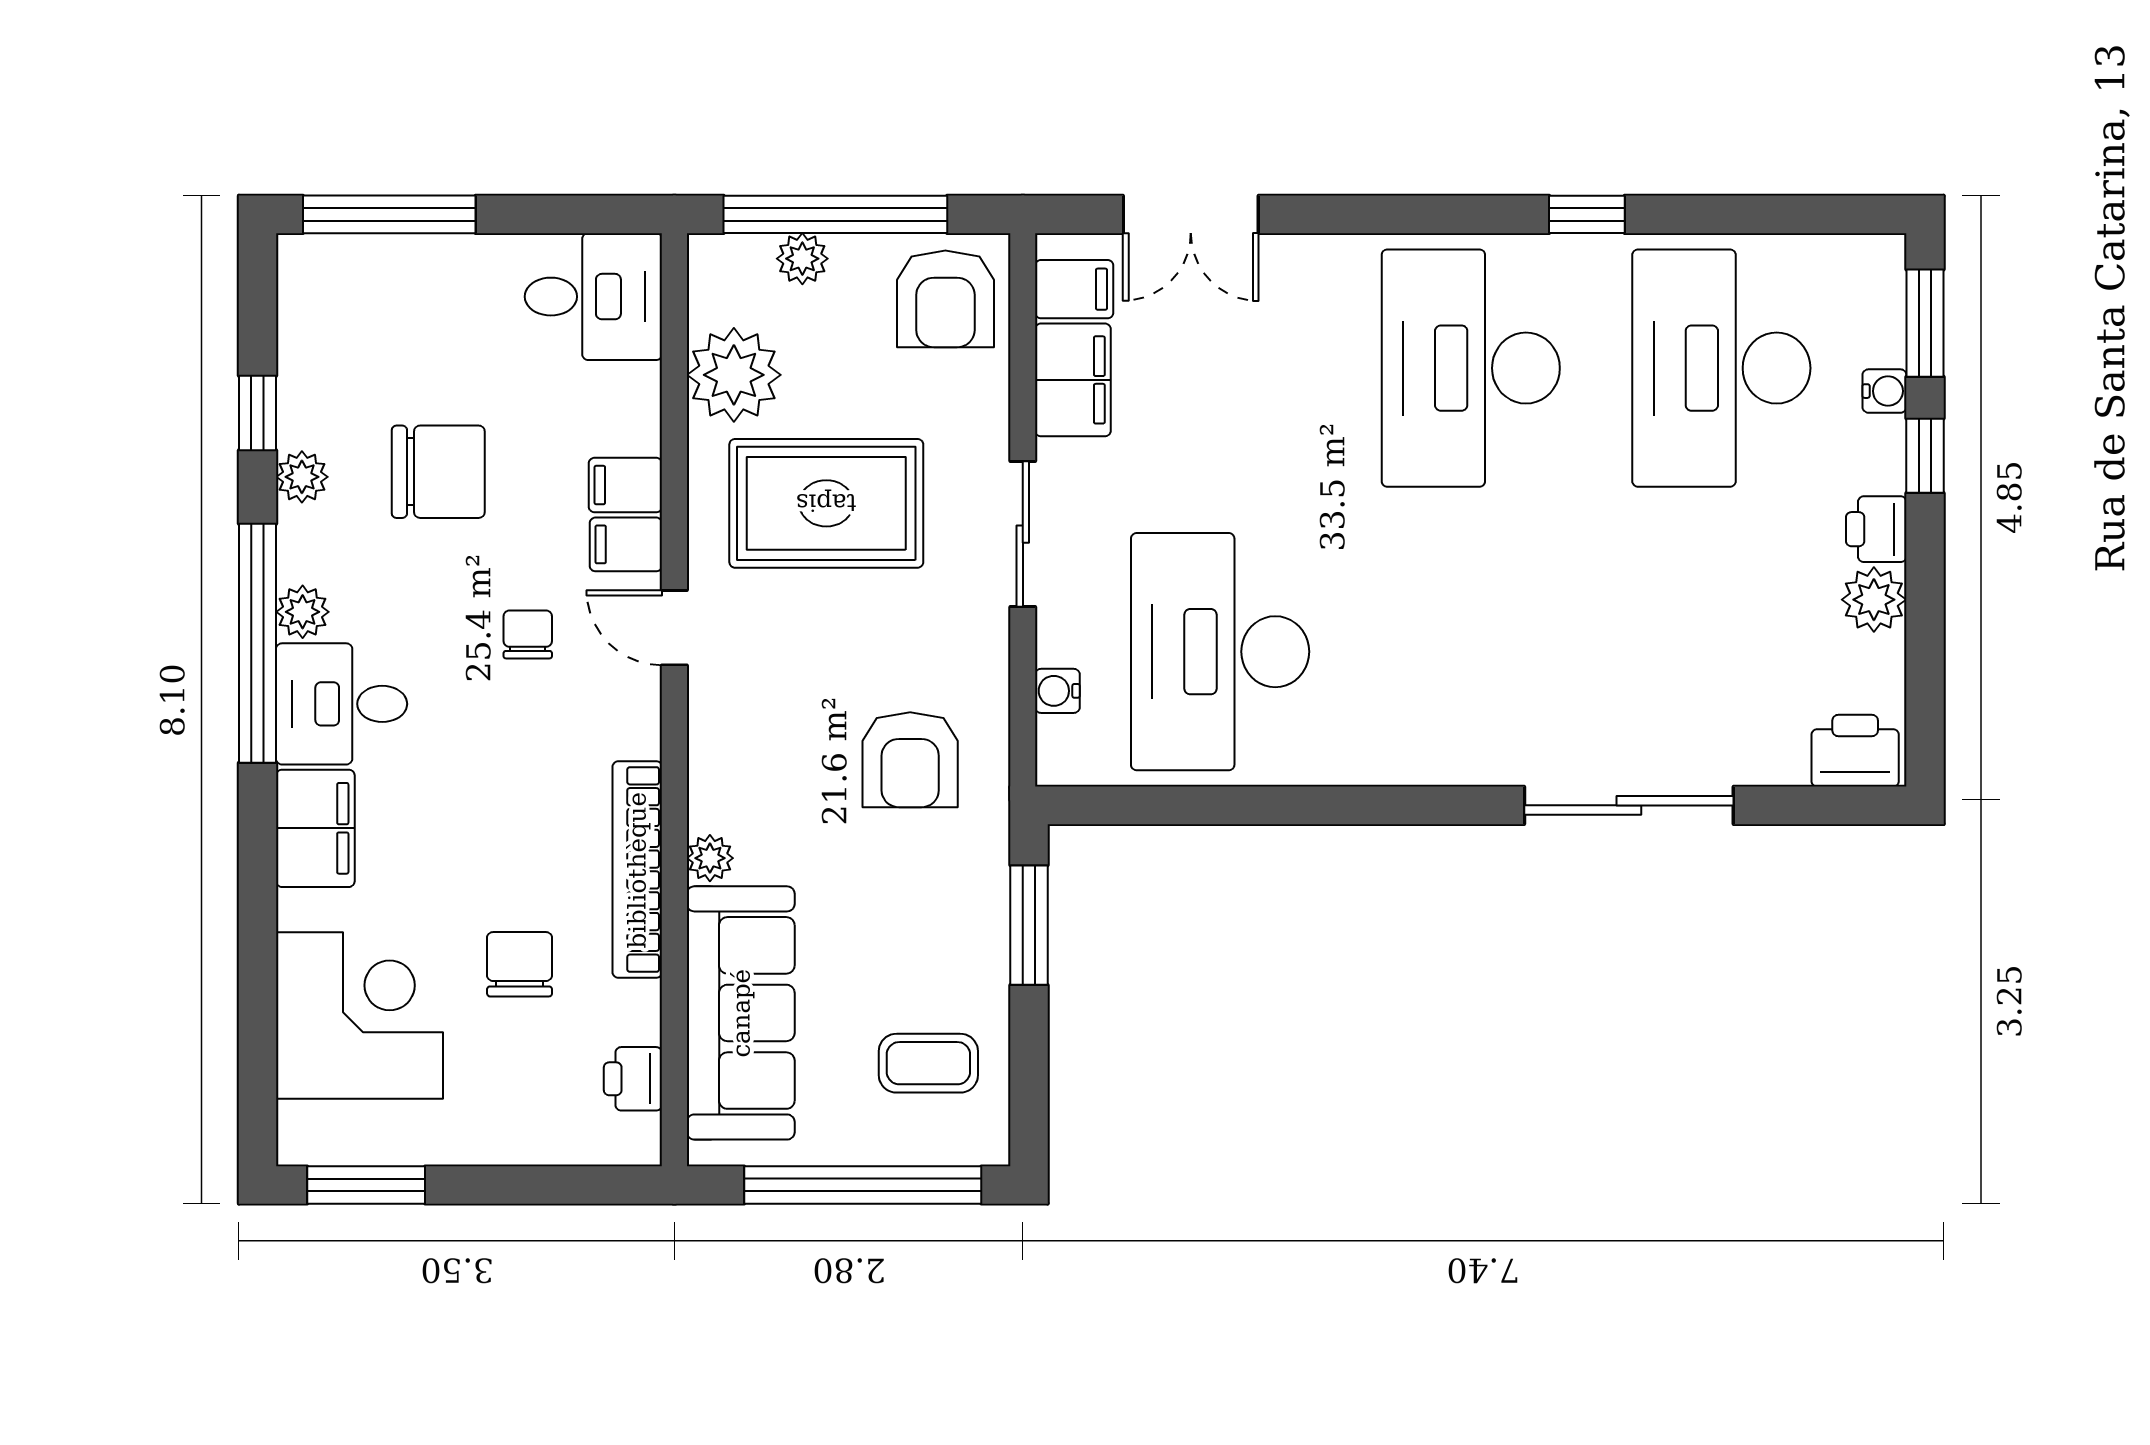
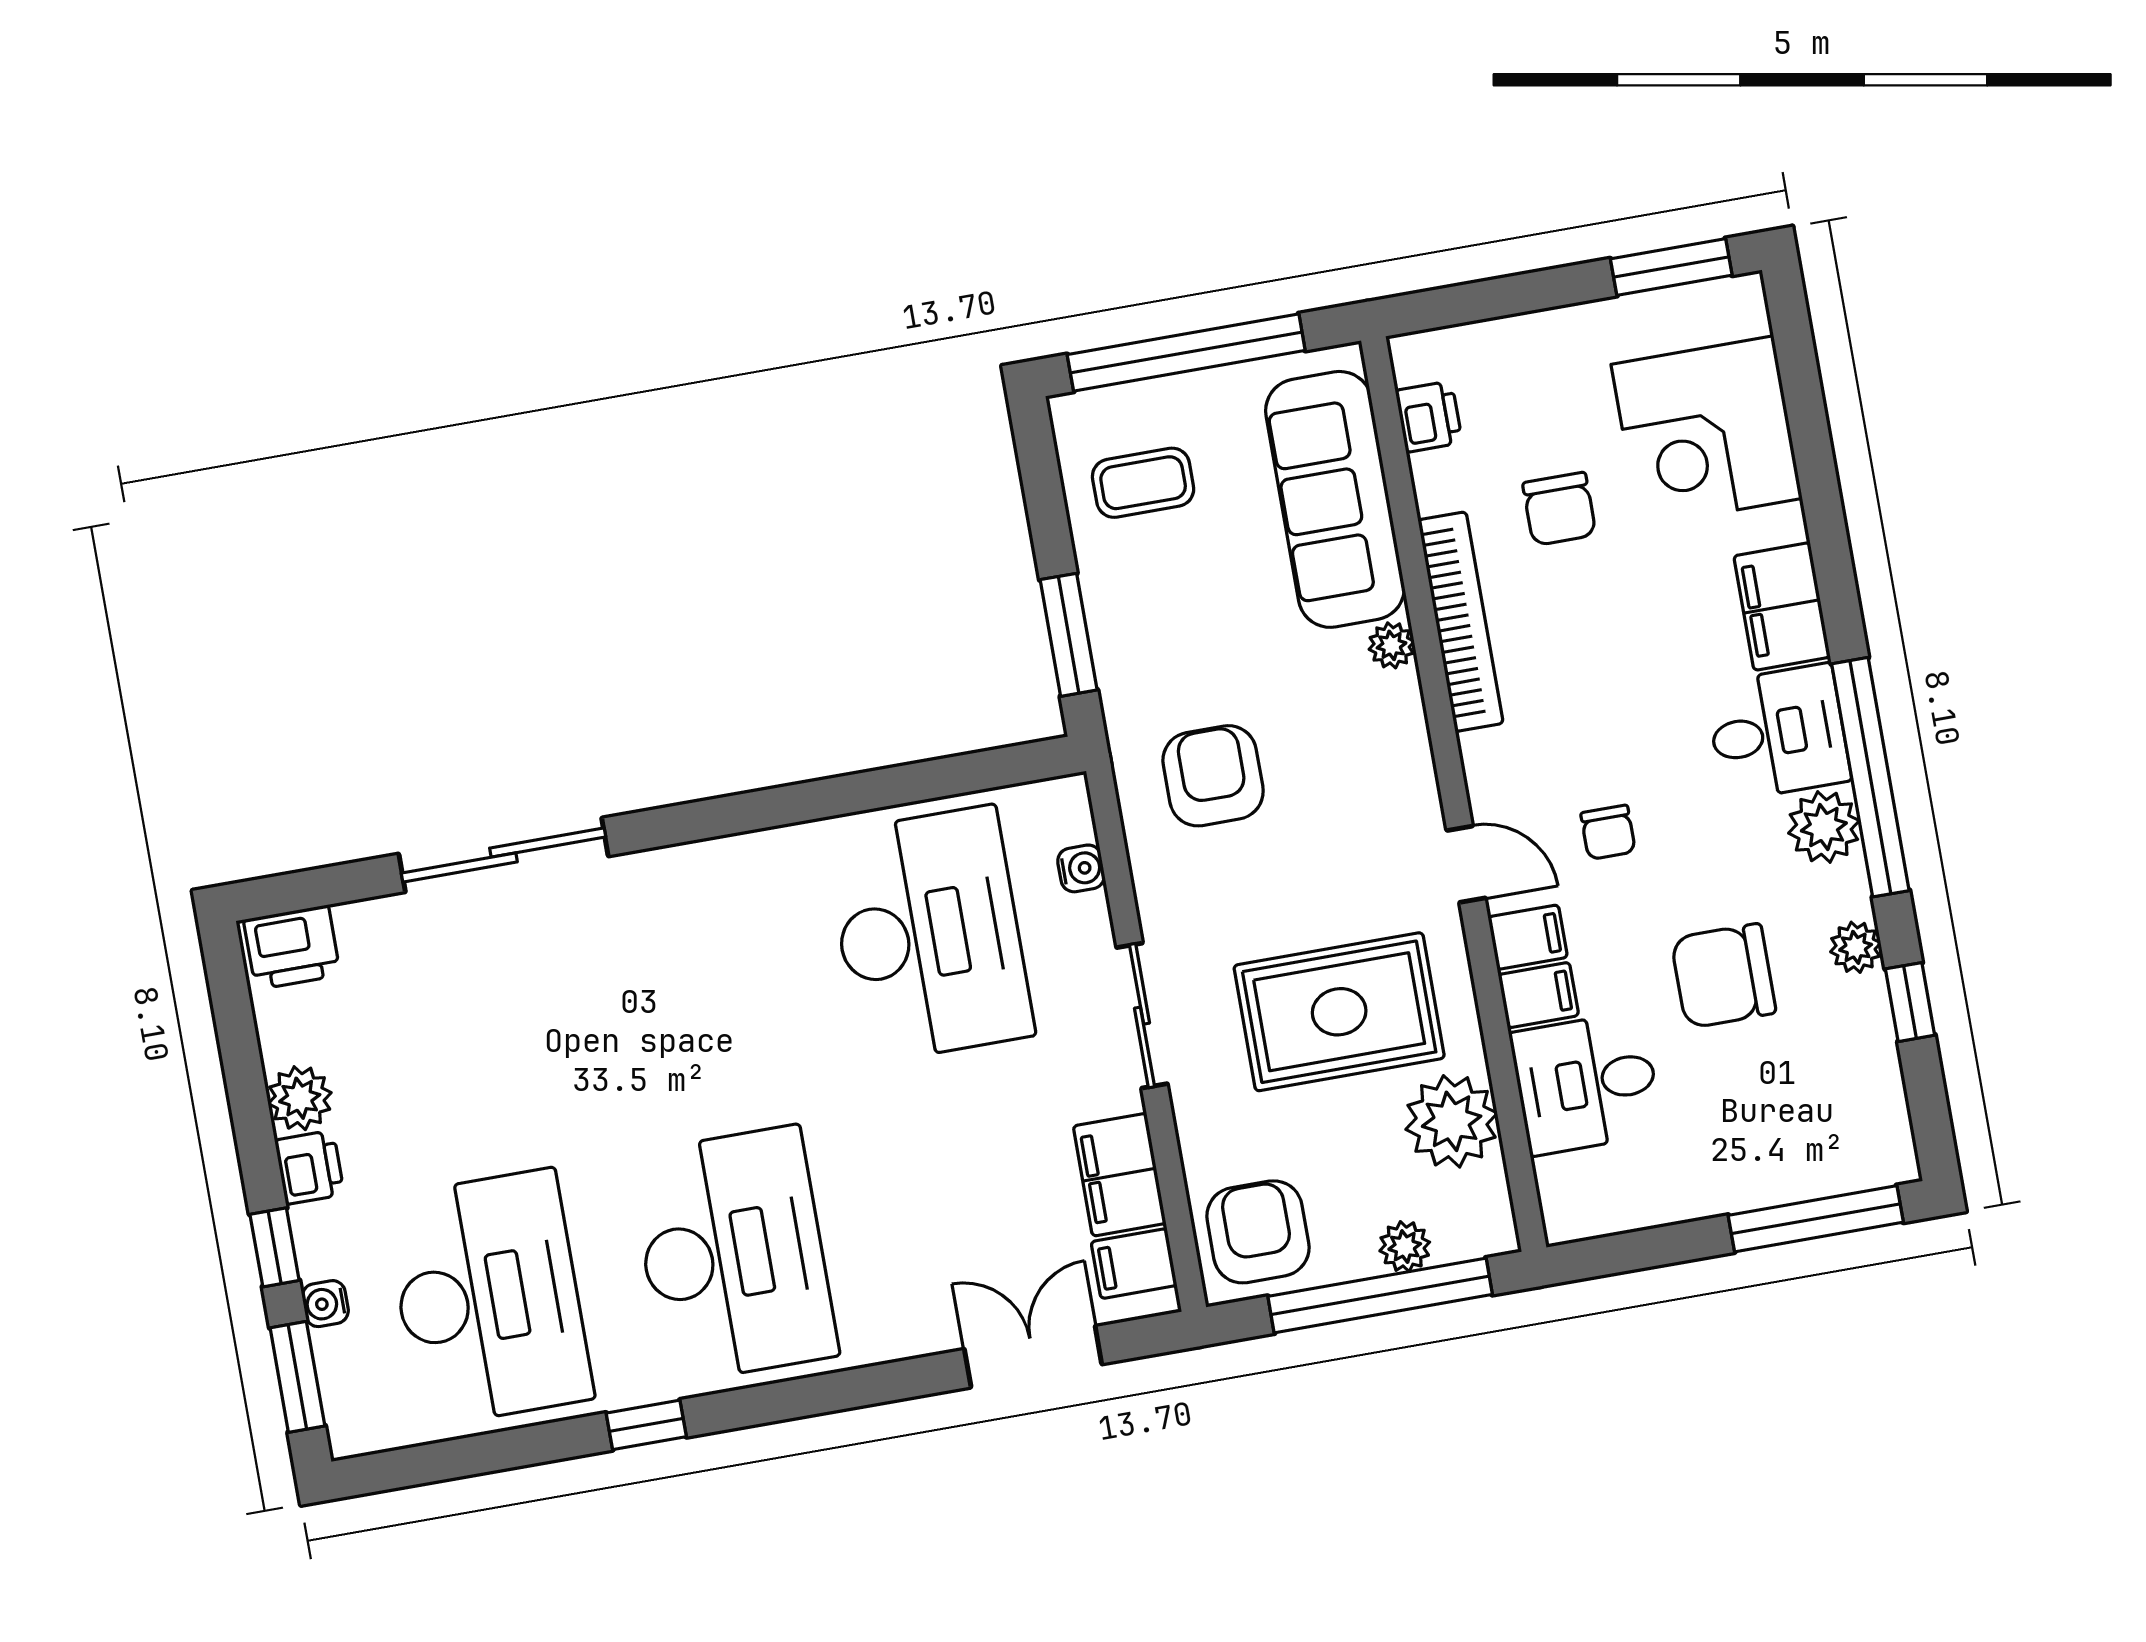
desk: (593, 297) -> (1586, 1083), moved
plant: (303, 612) -> (1824, 827), width x1.38, depth x1.38

